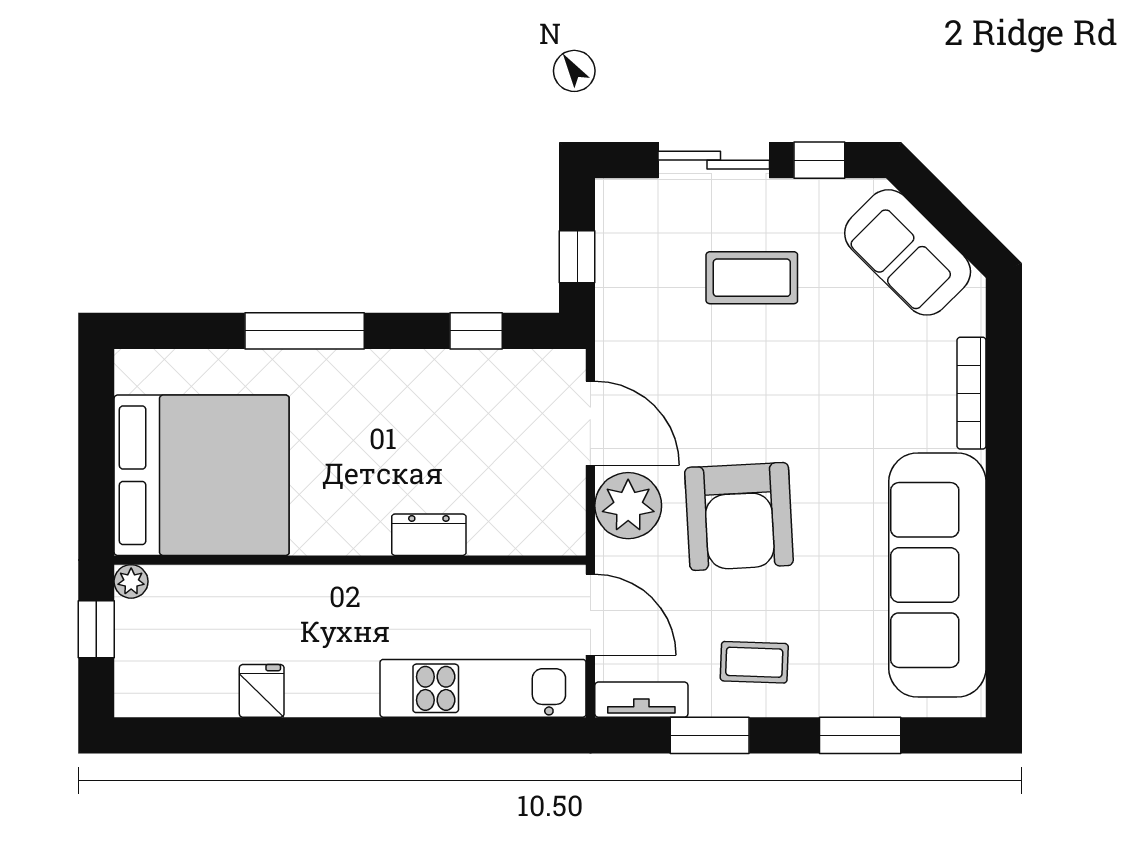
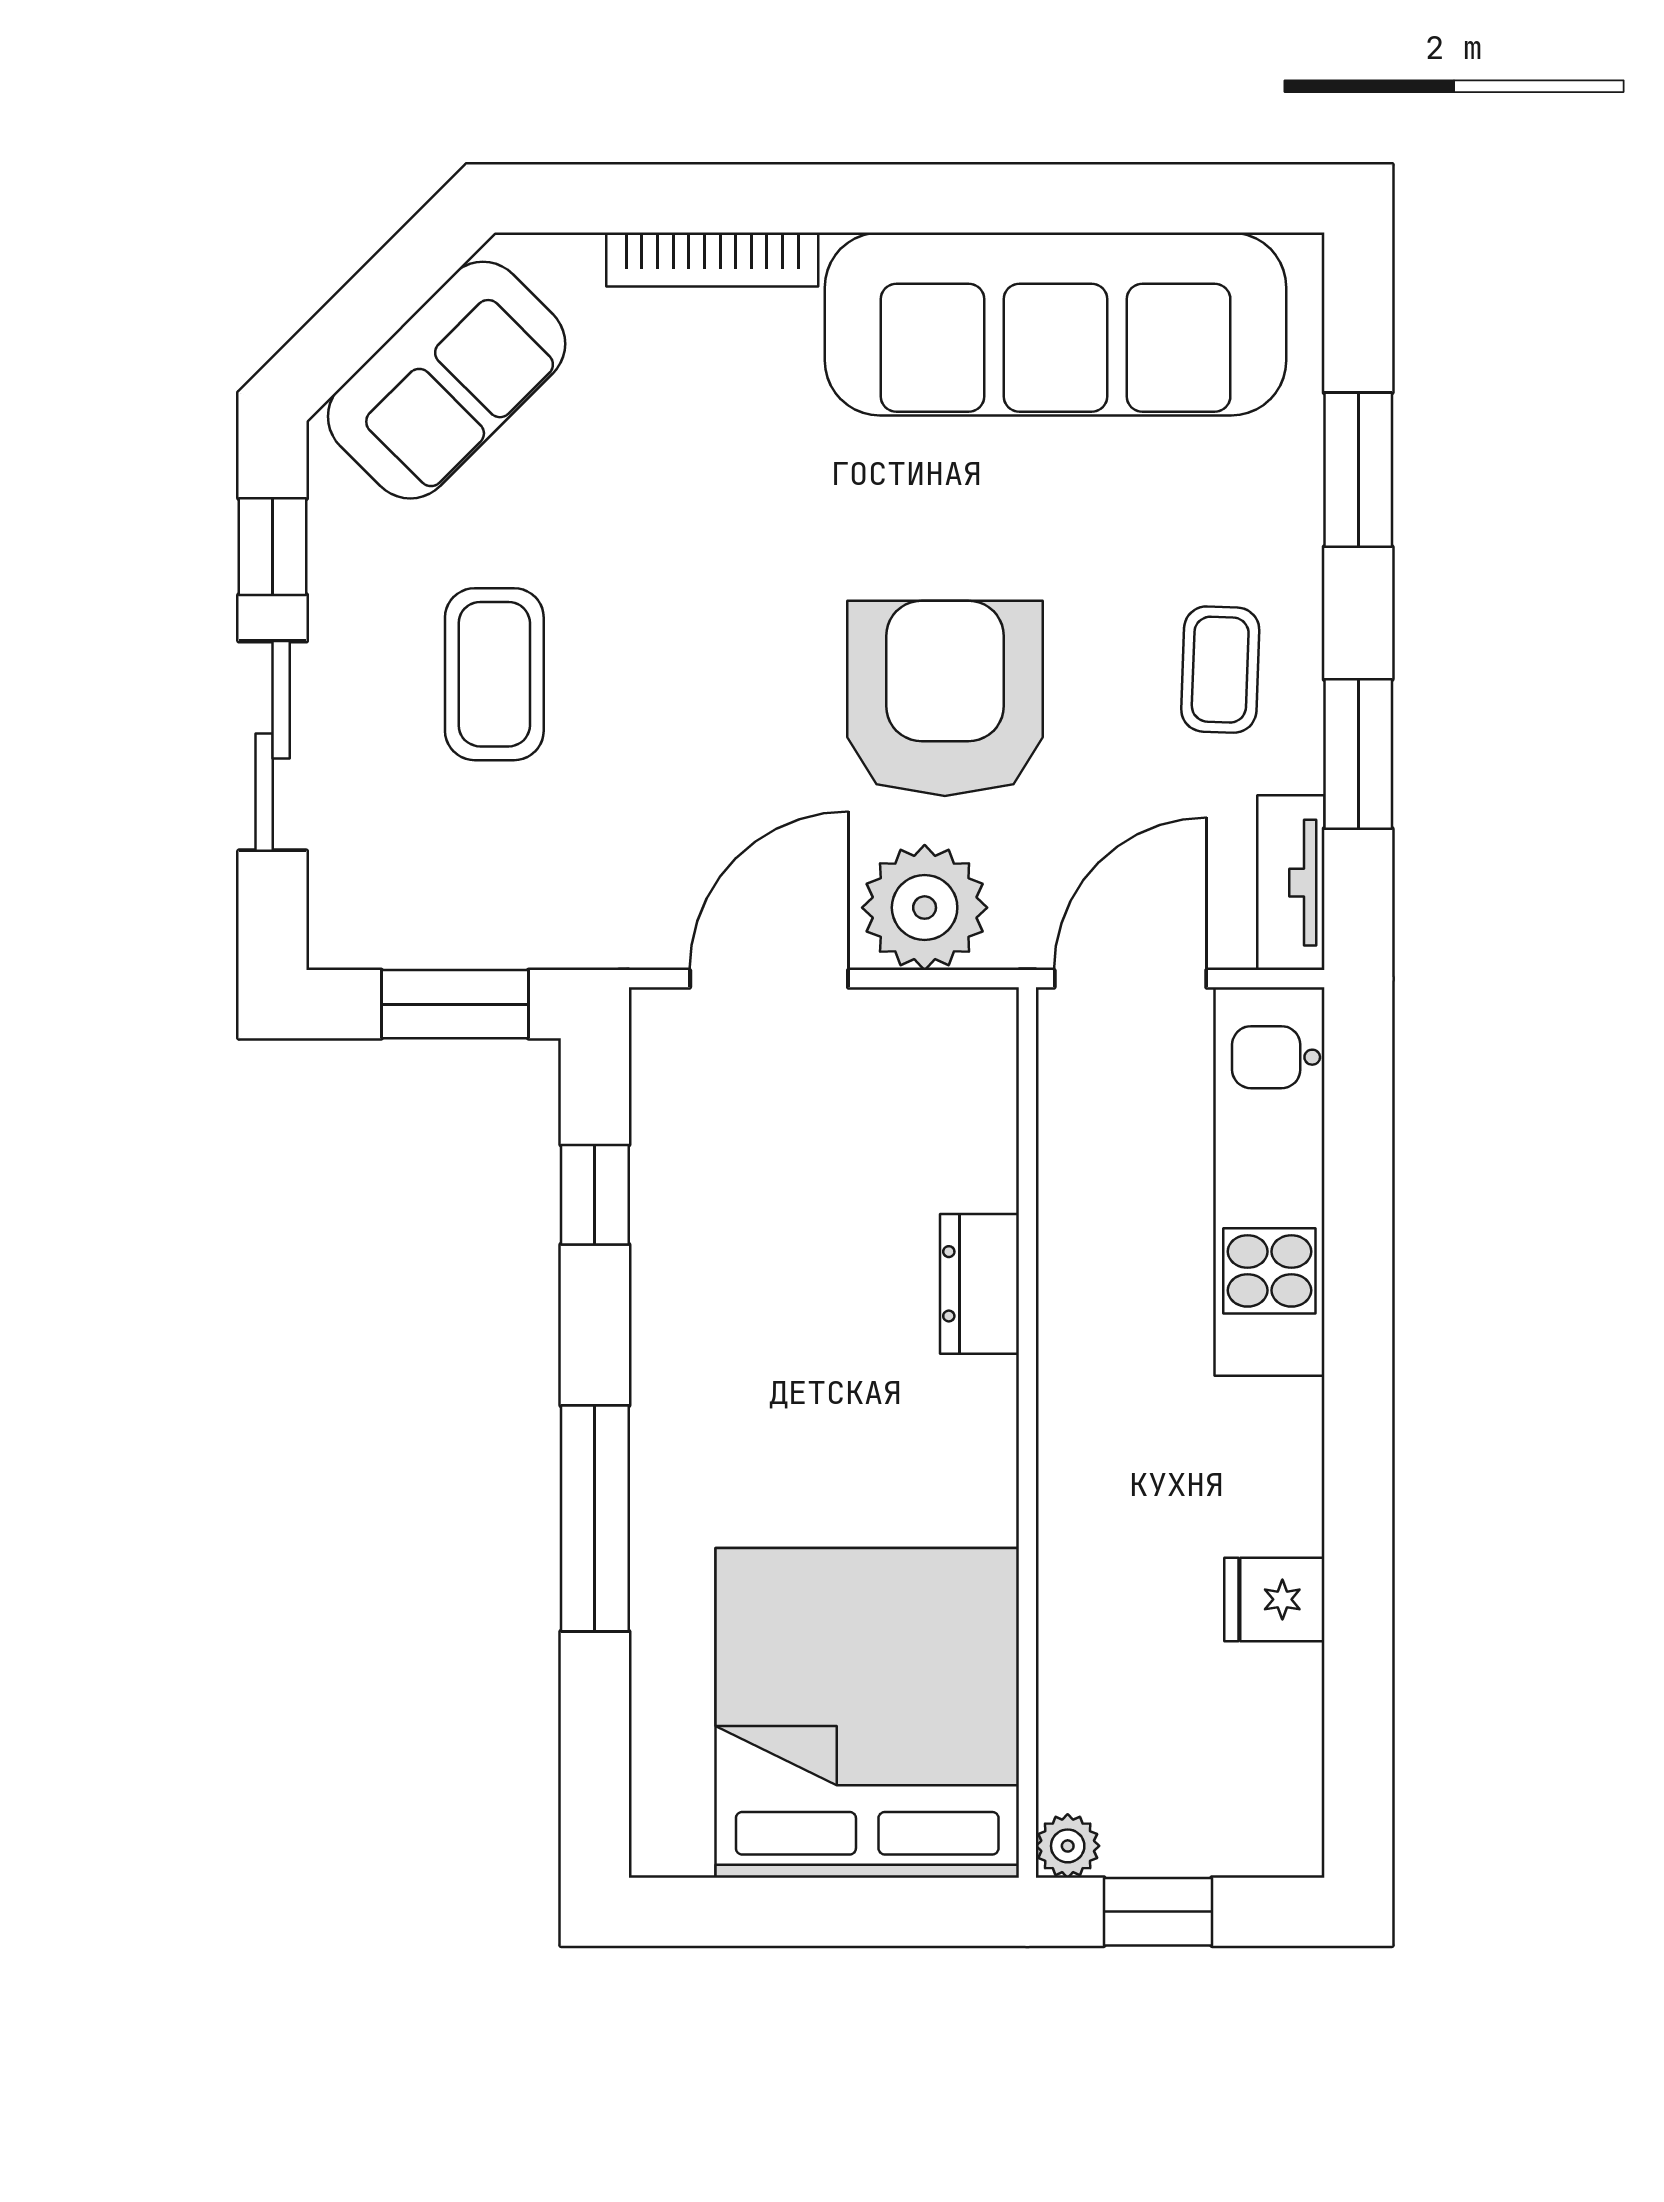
window: (577, 257) -> (455, 1004), width x1.50
armchair: (739, 516) -> (945, 698), turned -87

